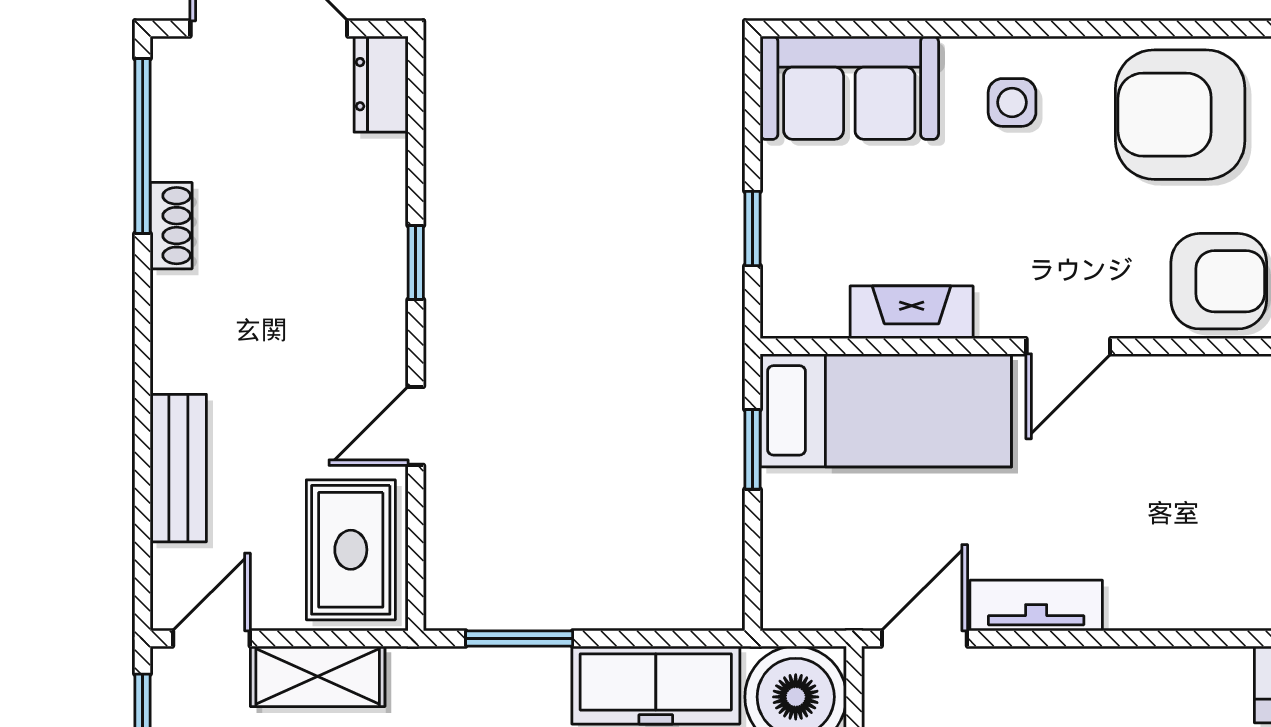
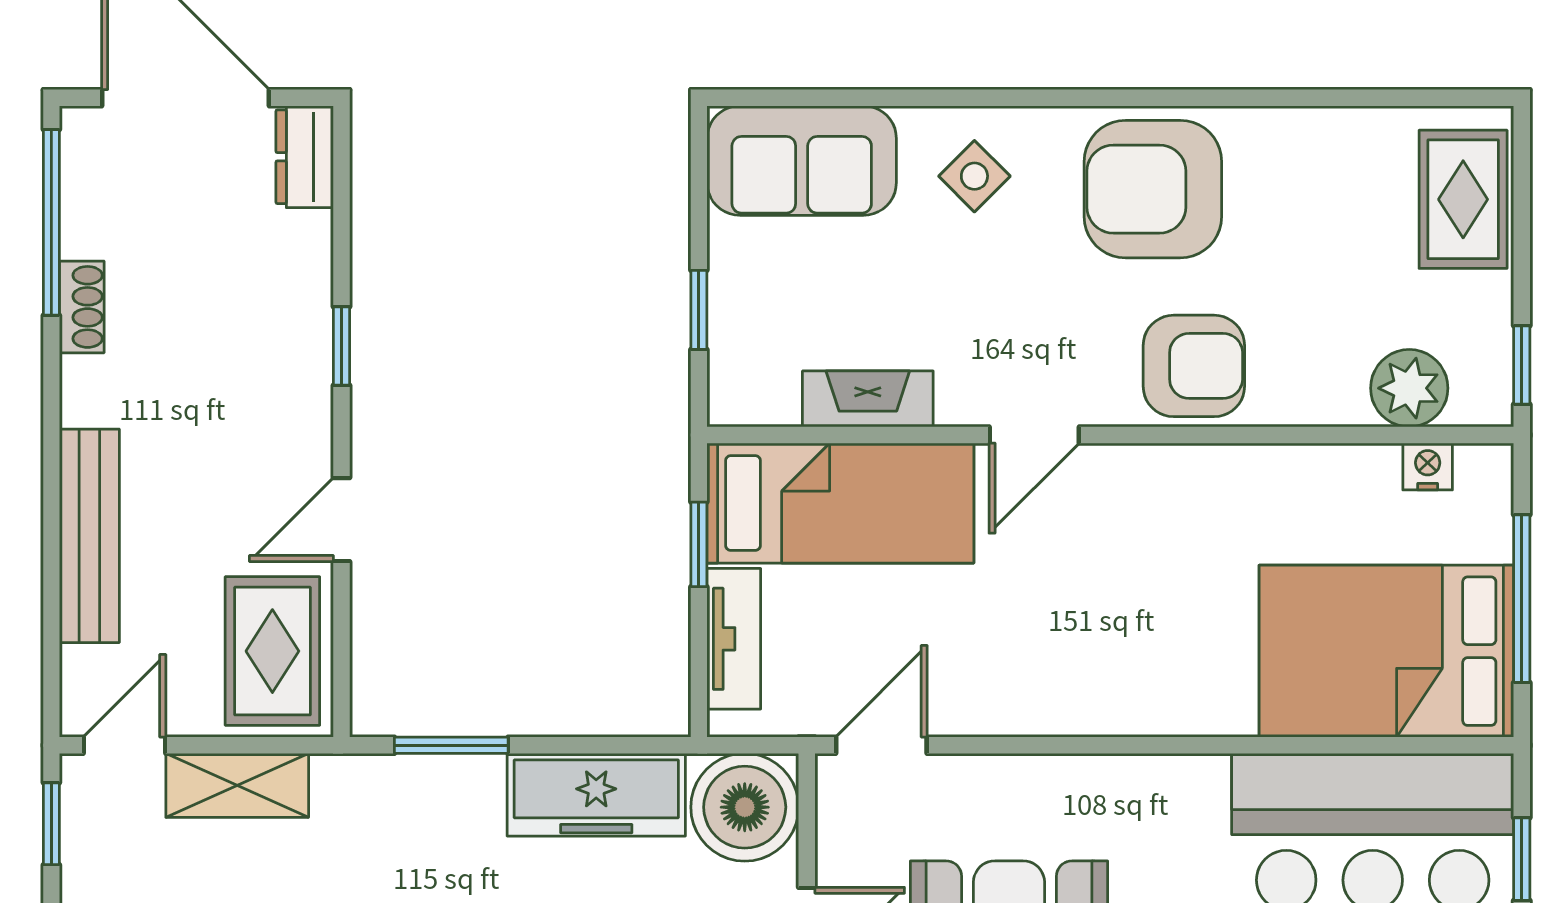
side table: (1012, 102) -> (974, 176), turned 45
bench: (178, 468) -> (89, 536), width x1.36
tv unit: (1036, 606) -> (734, 639), moved, turned 90

